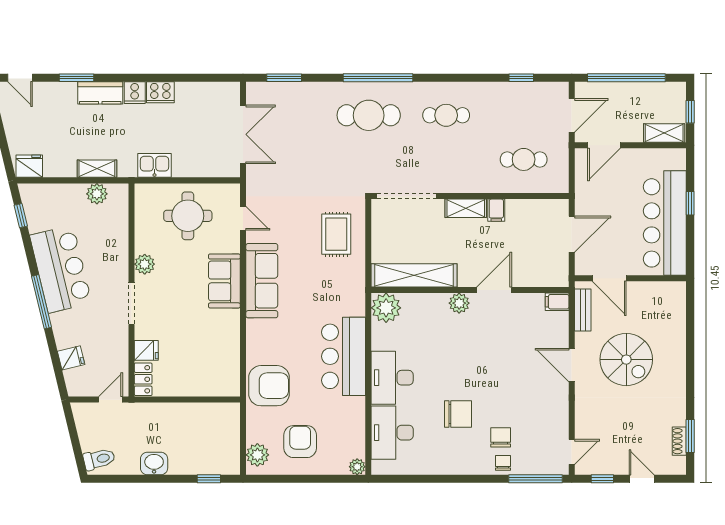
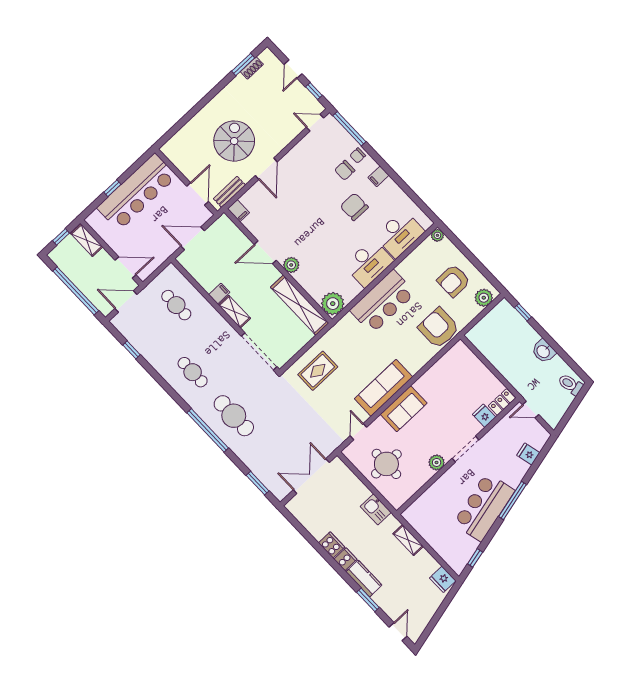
plant: (97, 194) -> (422, 527), removed
filing cabinet: (465, 464) -> (378, 176), added

